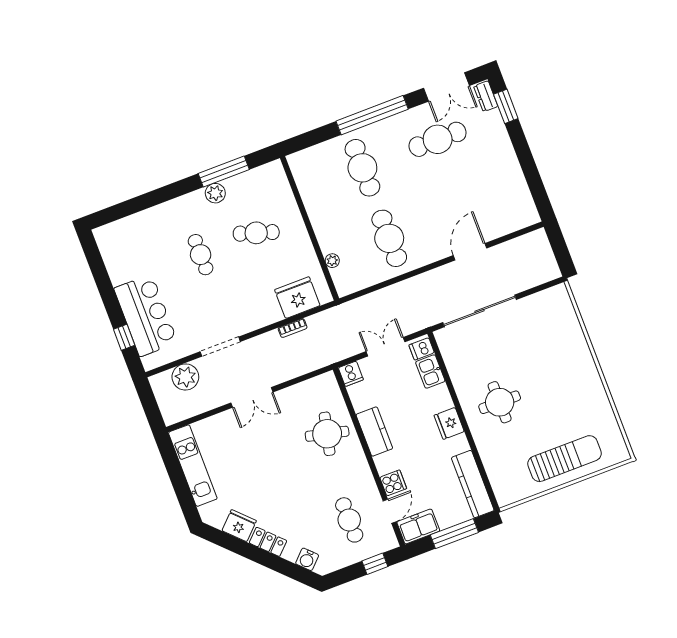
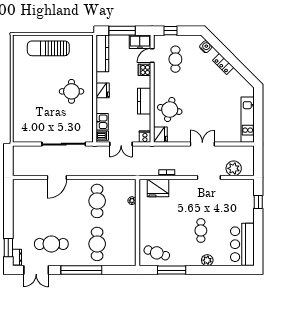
double door: (446, 87) -> (36, 270), swing flipped
plant: (215, 193) -> (207, 260), moved
cafe table: (256, 233) -> (157, 253), moved
bar counter: (146, 315) -> (242, 244), moved
fridge: (239, 526) -> (160, 135), moved, turned -135

